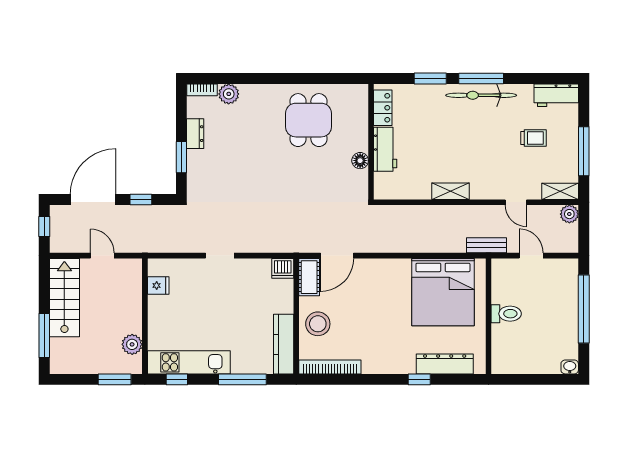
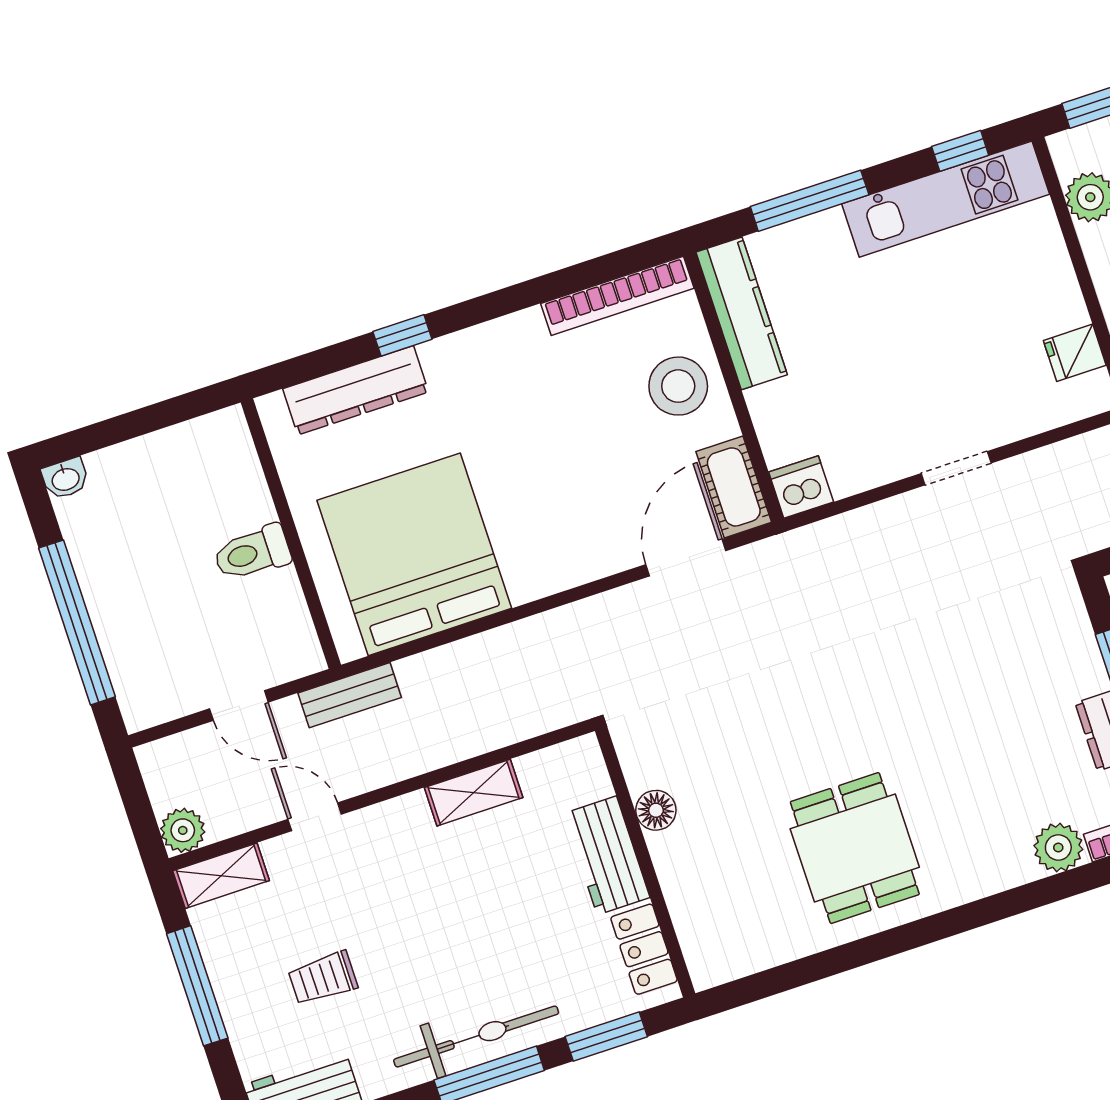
locker: (383, 108) -> (644, 949), moved
wall: (371, 142) -> (645, 862), moved
workbench: (385, 149) -> (607, 855), moved
floor lamp: (360, 161) -> (656, 810), moved

